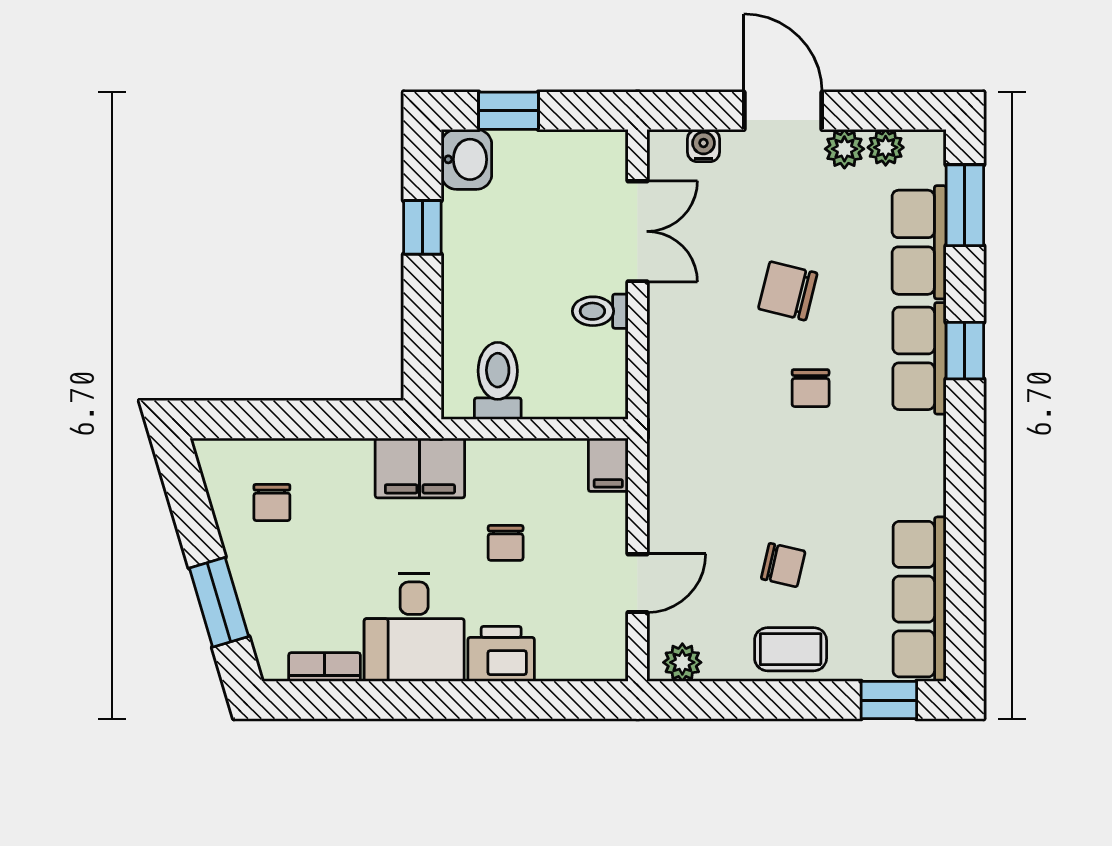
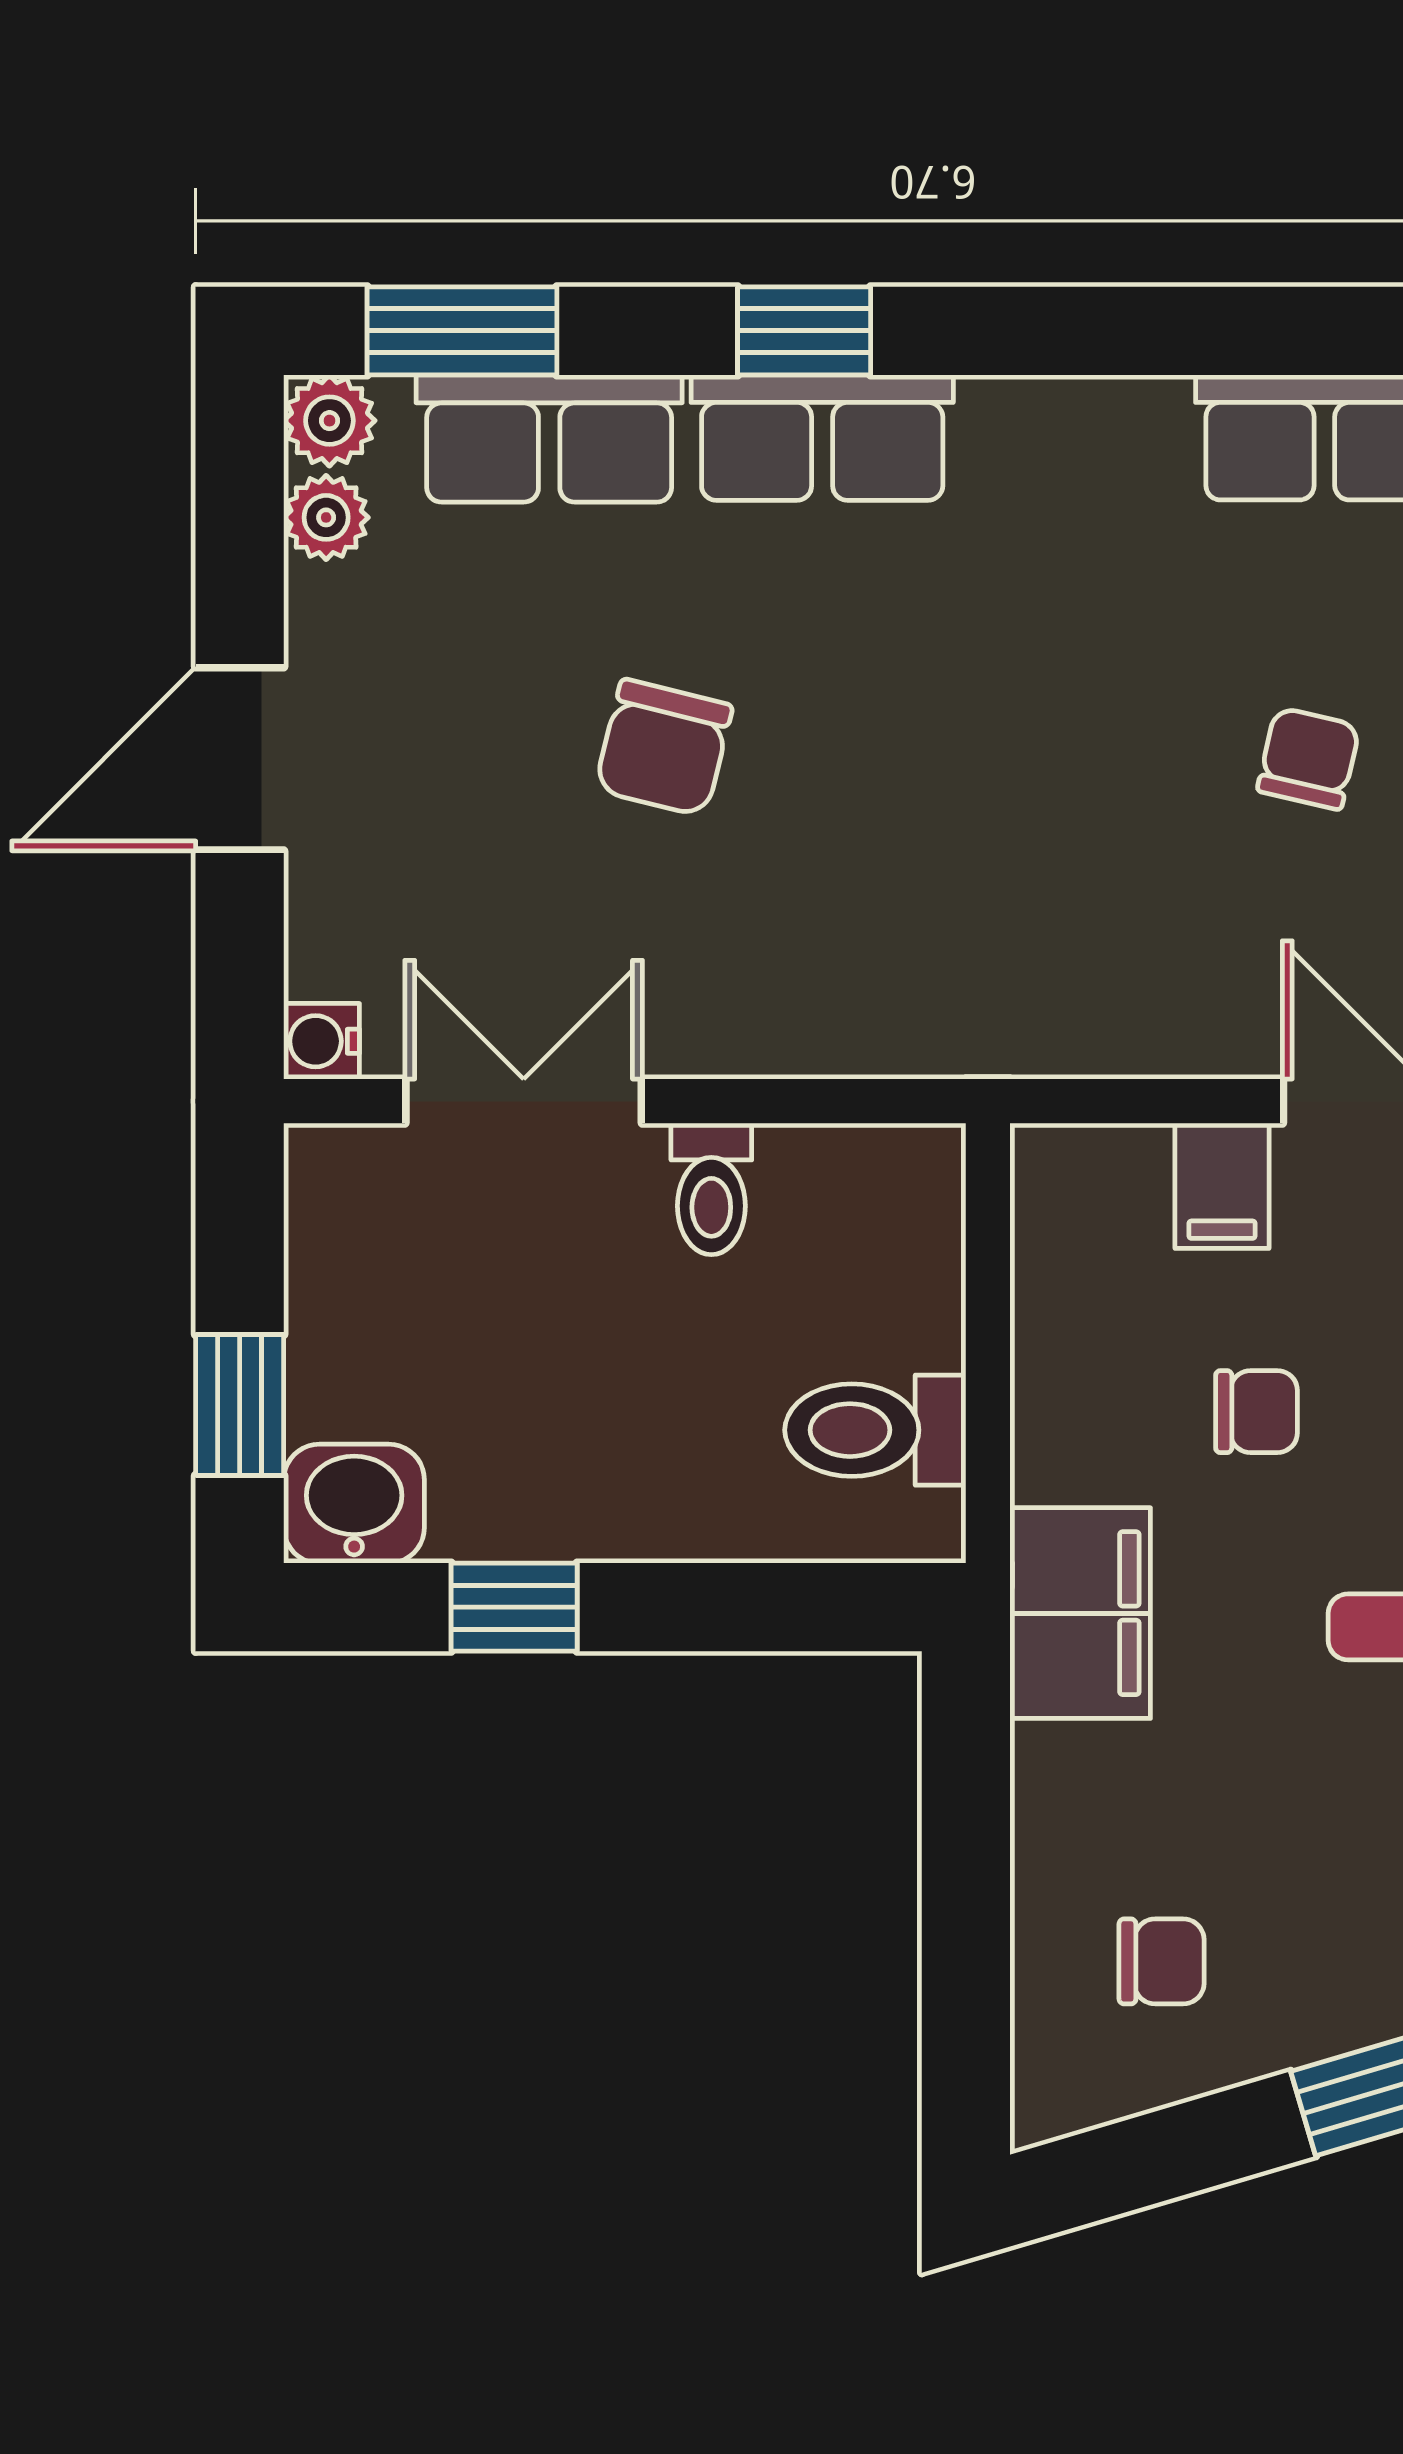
water cooler: (704, 146) -> (322, 1041), moved
plant: (844, 149) -> (329, 421), moved
chair: (811, 388) -> (892, 694), removed
filing cabinet: (608, 465) -> (1222, 1186), moved, turned 90

